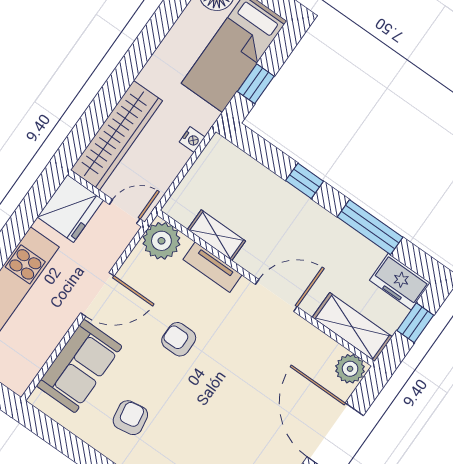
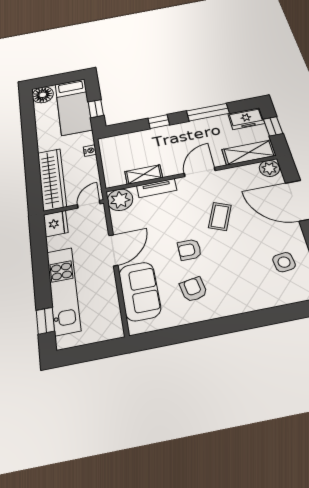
fridge: (70, 208) -> (56, 224), width x0.73, depth x0.75
armchair: (179, 339) -> (189, 250), moved
coffee table: (239, 369) -> (220, 216), added

